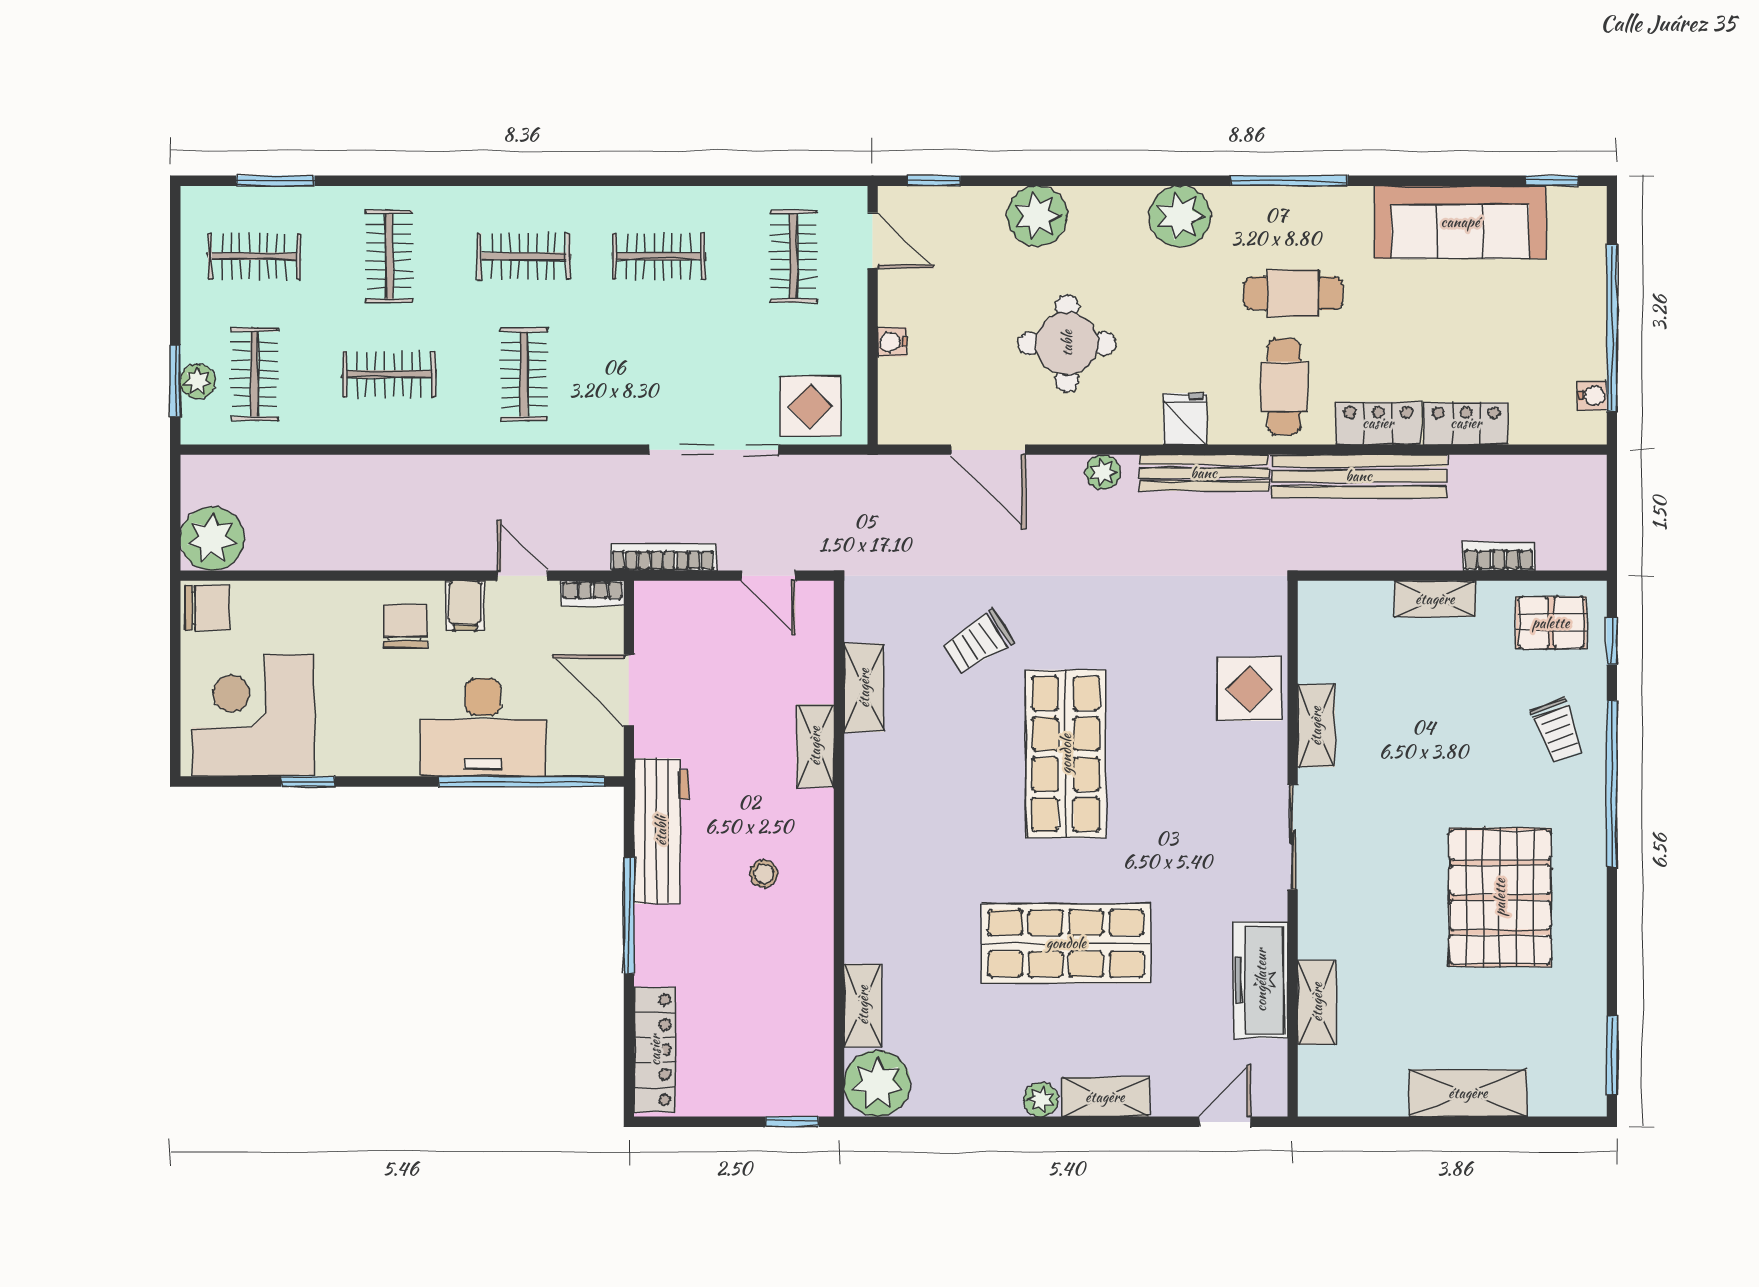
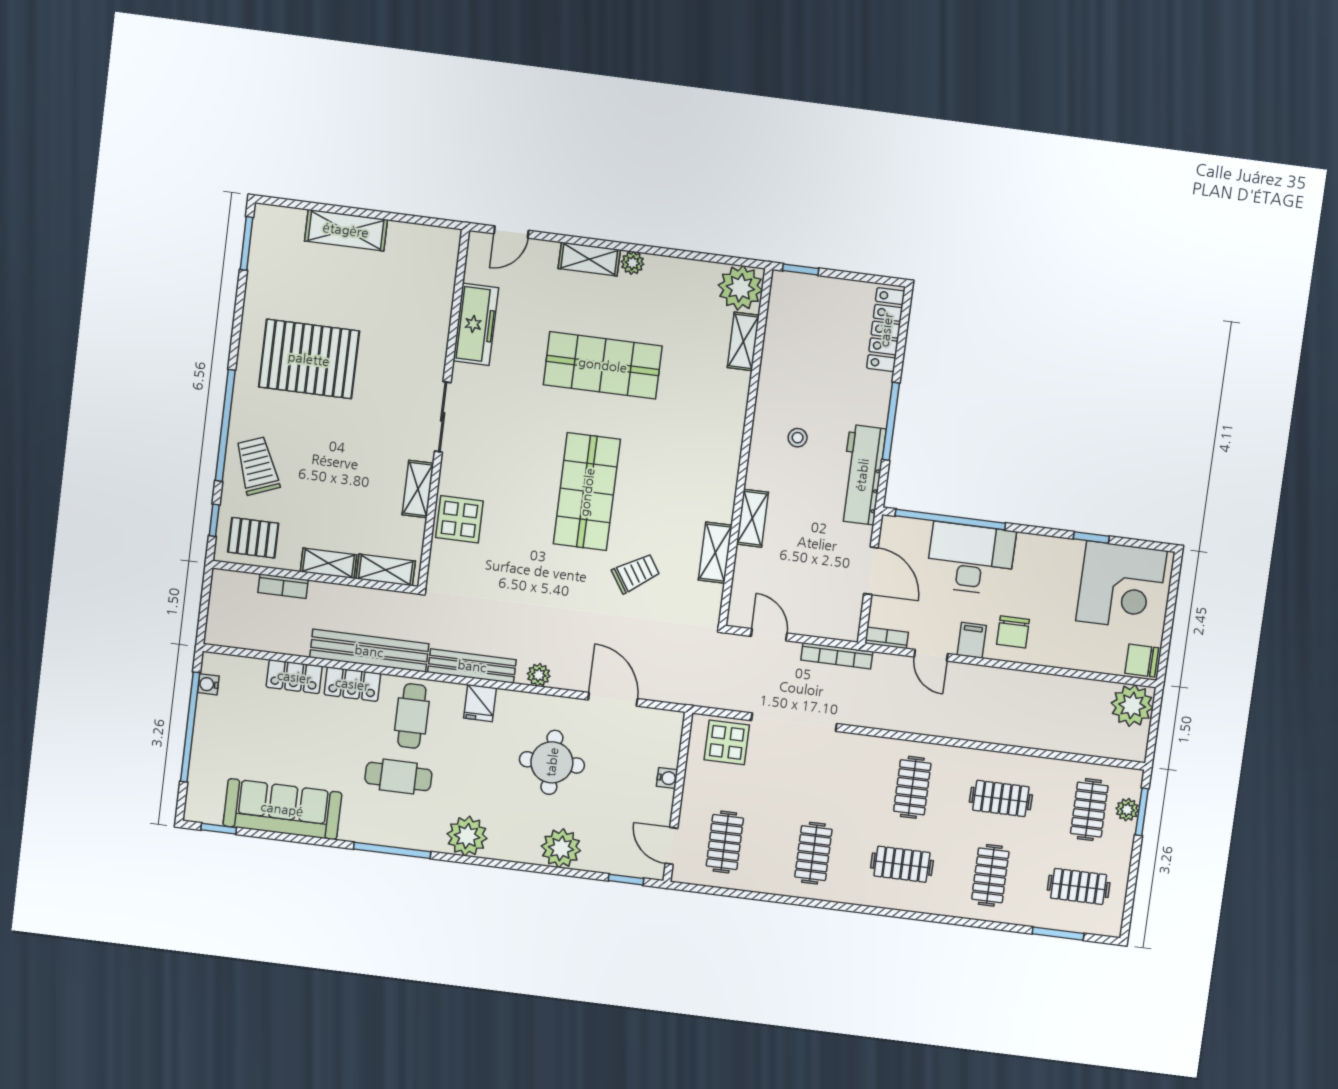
clothes rail: (659, 256) -> (813, 853), turned 90
trolley: (1558, 730) -> (257, 466), width x1.36, depth x1.39
pallet: (1500, 897) -> (309, 359), turned 90
shelving: (1317, 1002) -> (386, 570), moved, turned 90

